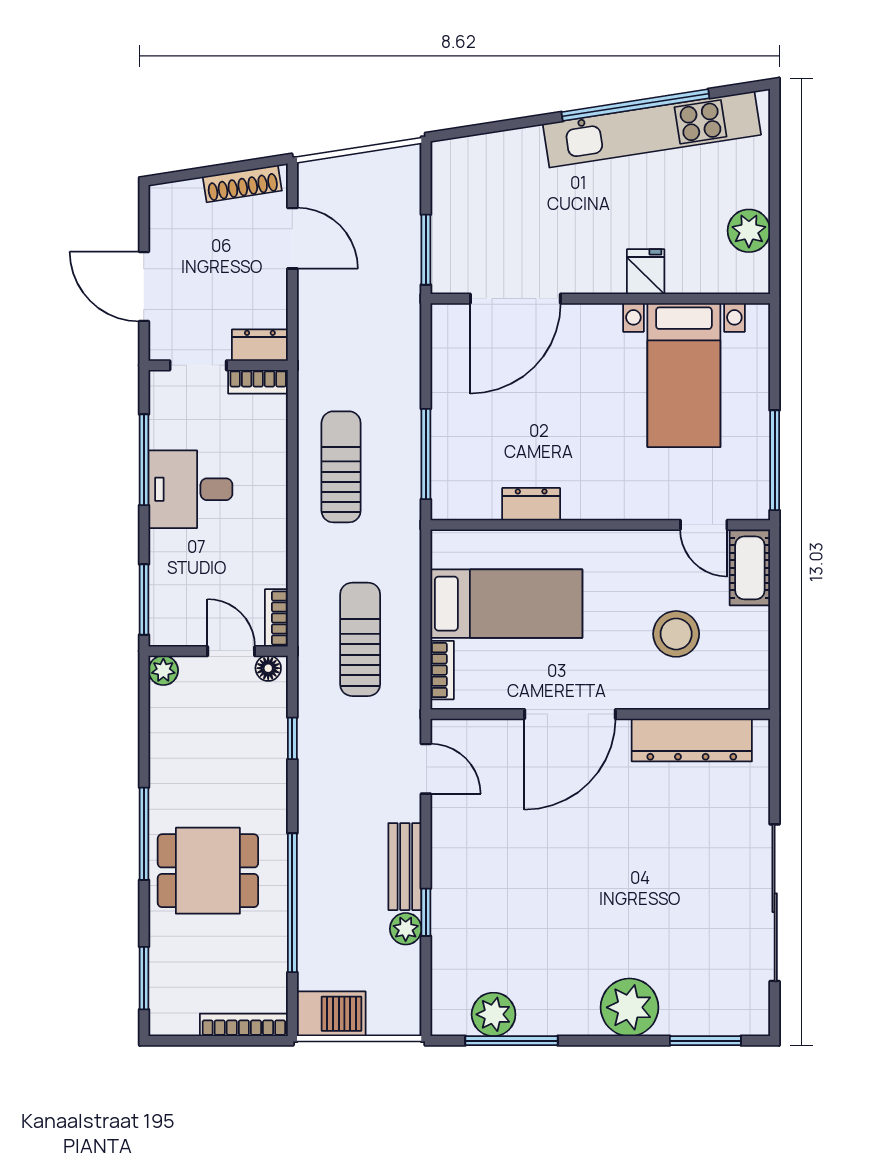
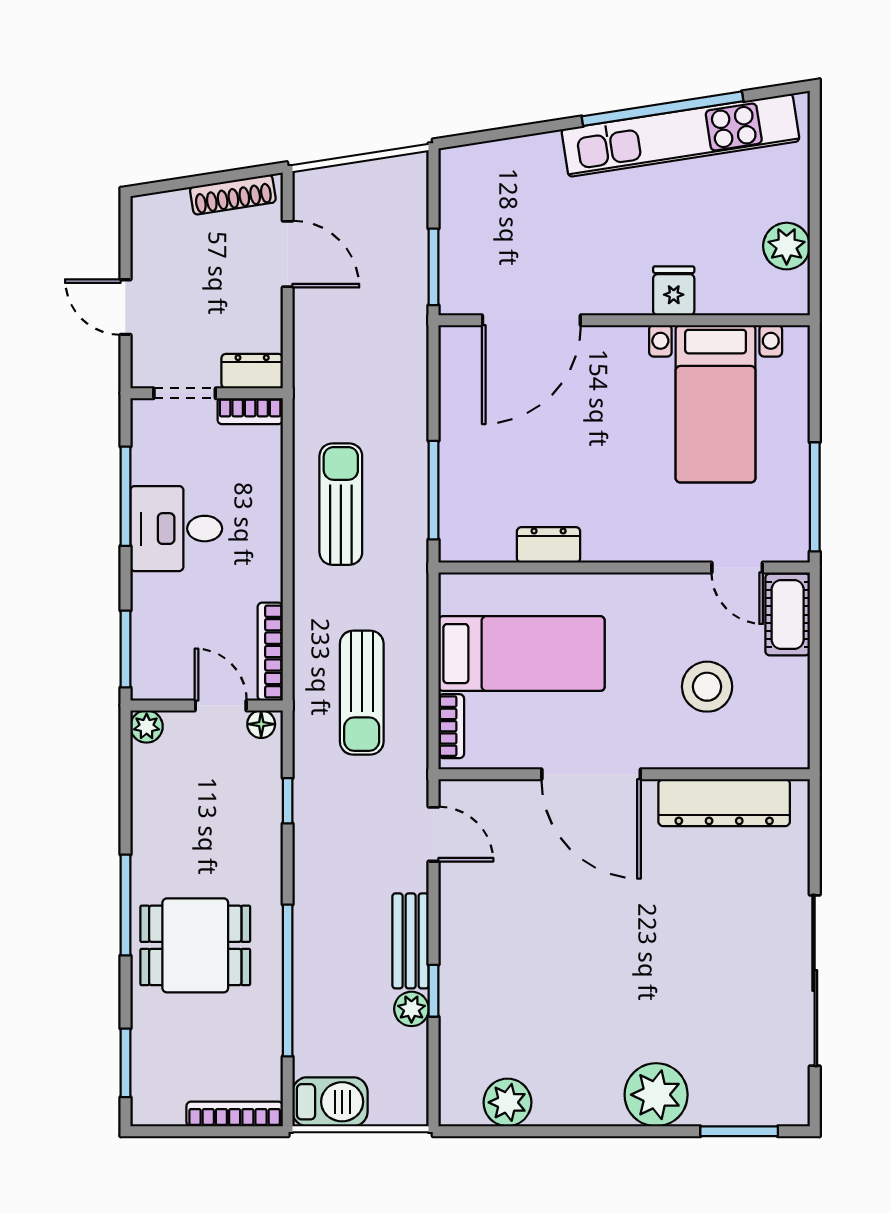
door: (144, 287) -> (125, 307), width x0.73
bookcase: (276, 618) -> (270, 652), width x1.56
sun lounger: (360, 639) -> (362, 693), turned 180
door: (570, 714) -> (591, 774), hinge flipped
window: (512, 1041) -> (527, 1131), removed

